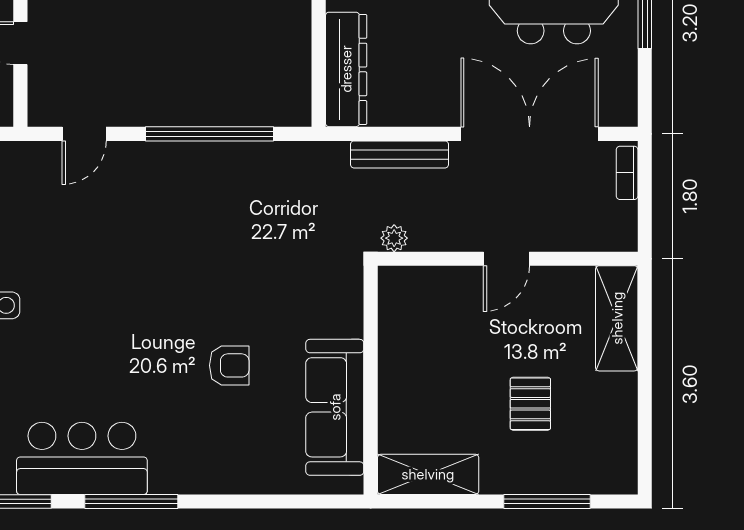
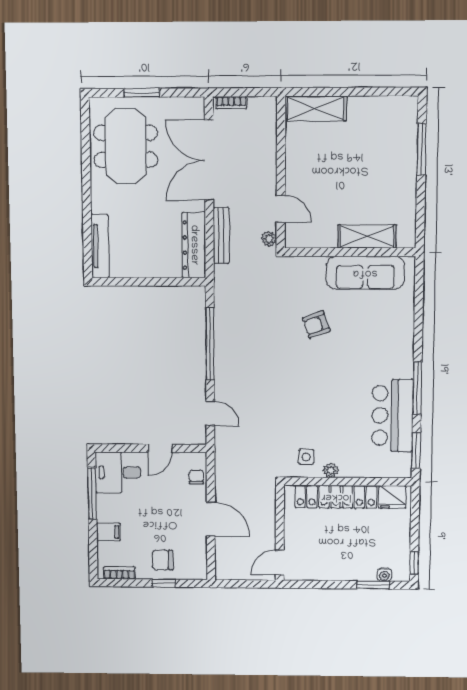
dresser: (346, 69) -> (194, 245), moved, turned -90
door: (506, 259) -> (281, 209), moved
armchair: (229, 365) -> (316, 325), moved, turned -110
pallet: (530, 404) -> (365, 159), removed
shelving: (428, 474) -> (367, 236), moved, turned 90

